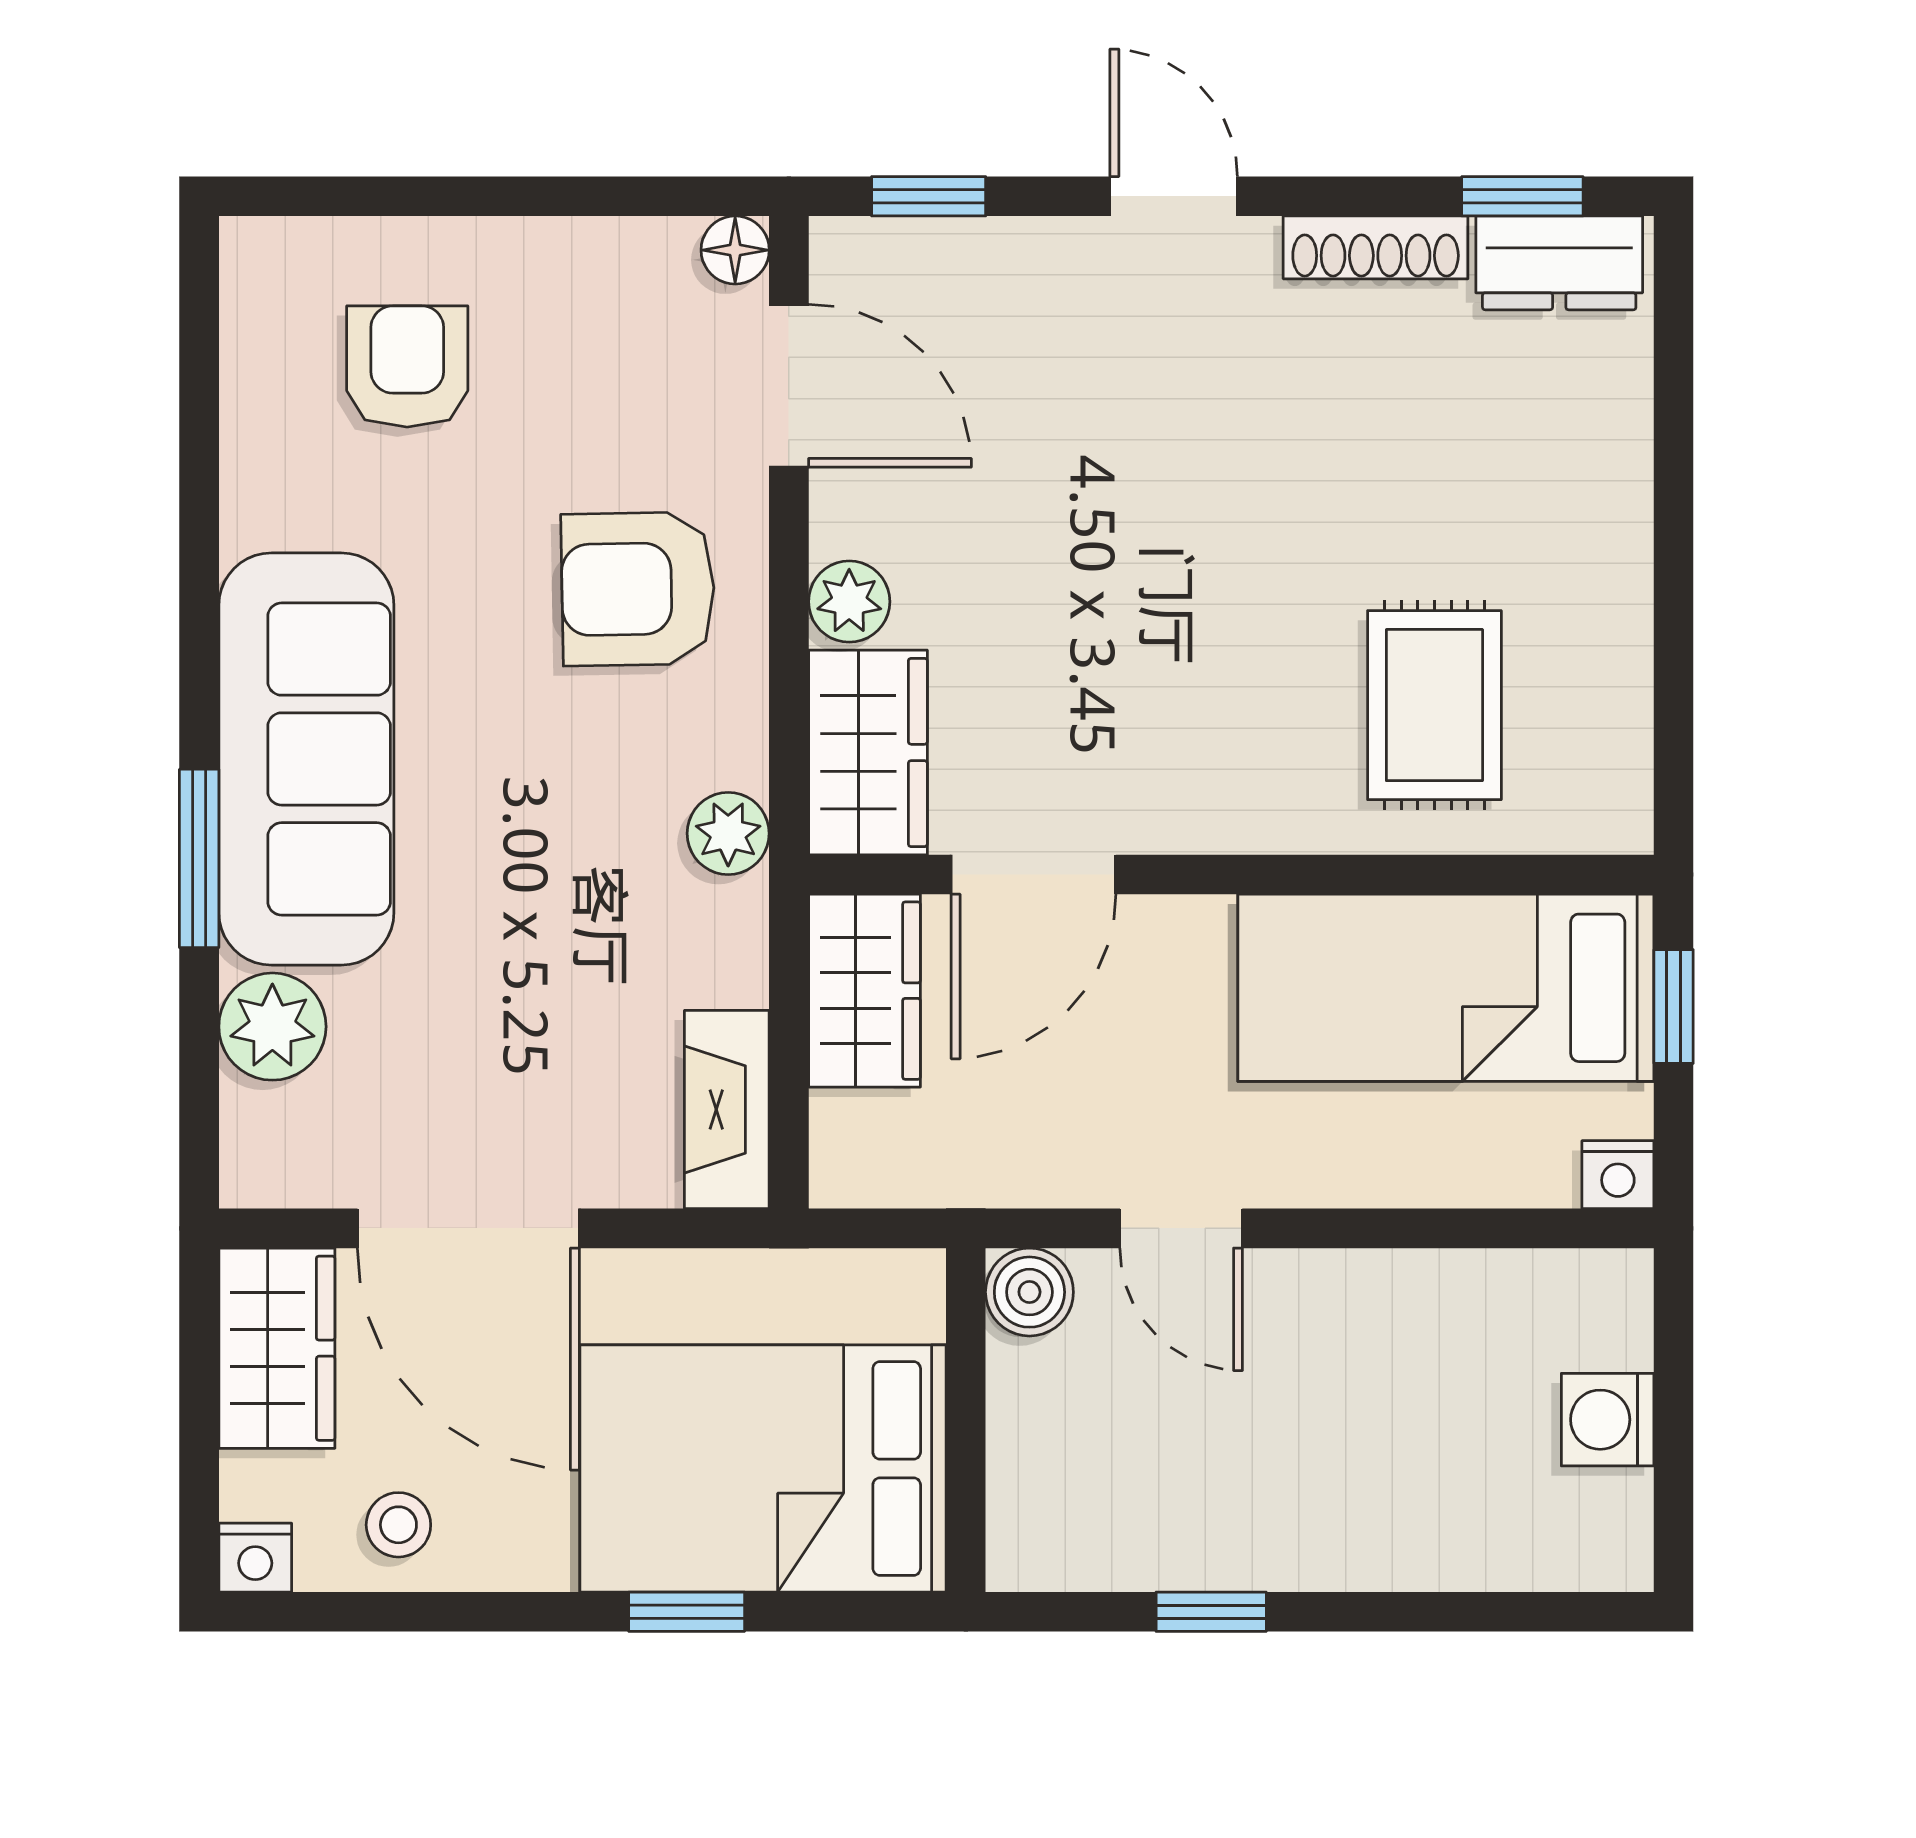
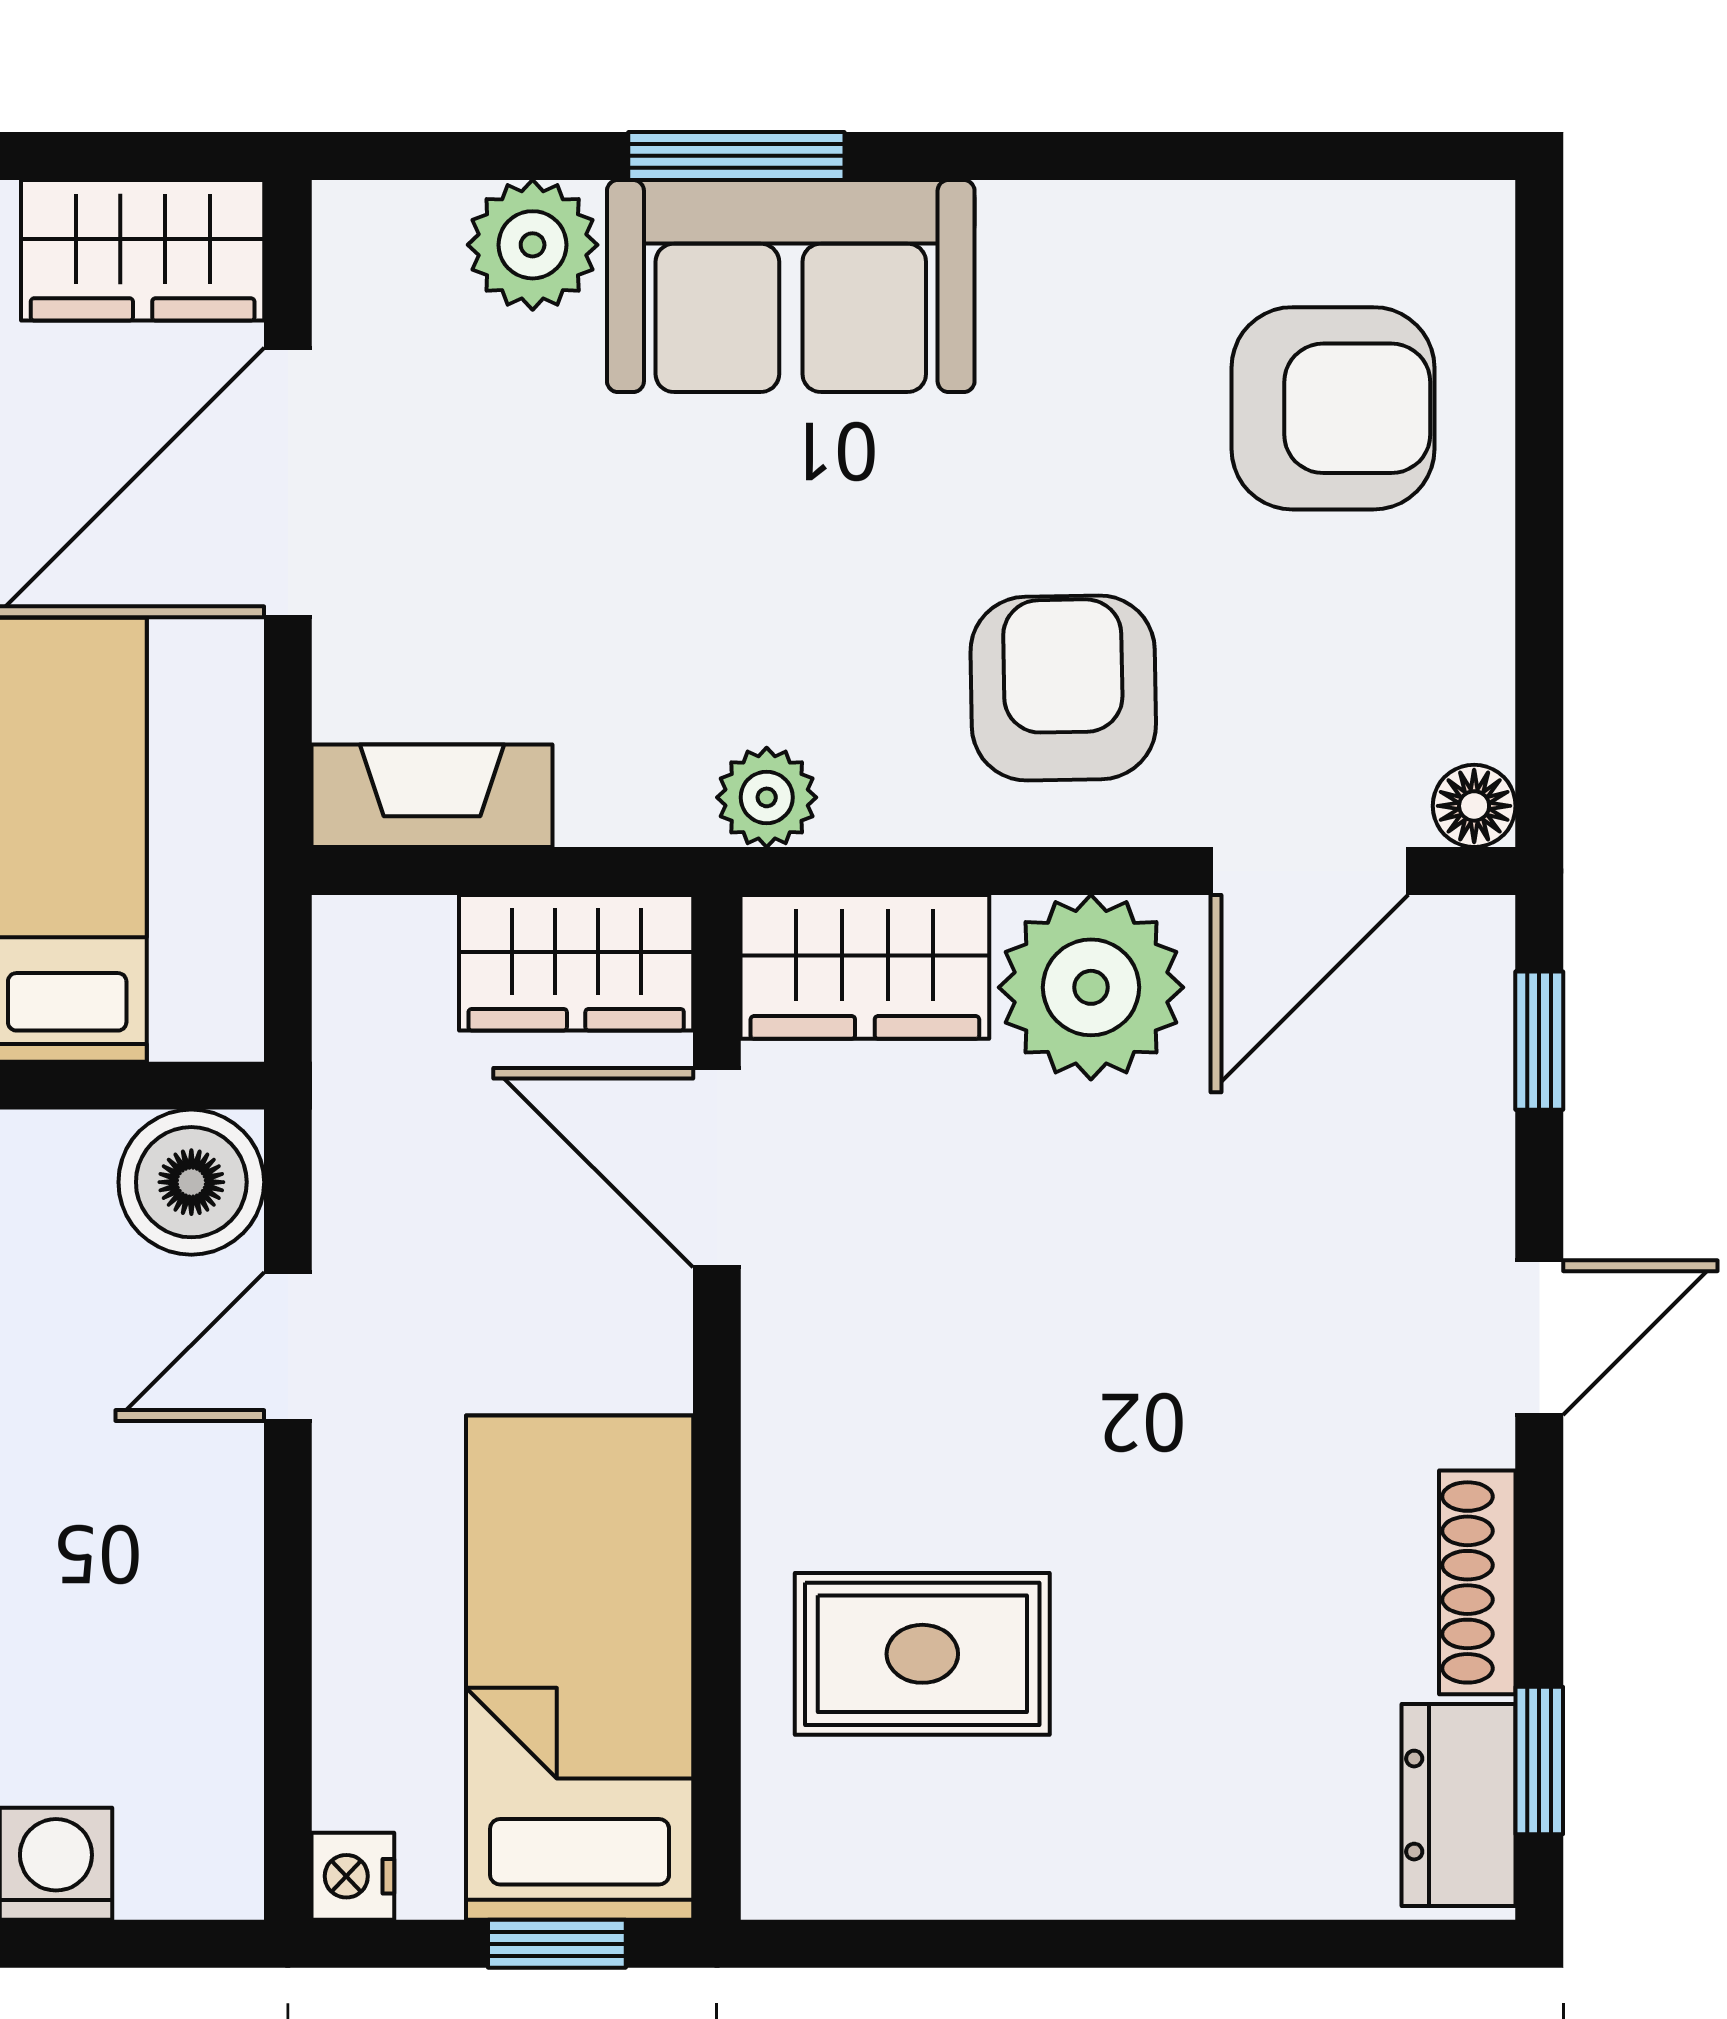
armchair: (407, 366) -> (1333, 408), width x1.38, depth x1.38
plant: (849, 602) -> (1091, 987), width x1.87, depth x1.87
sofa: (306, 759) -> (791, 286), width x0.73
boiler: (1029, 1292) -> (191, 1182), width x1.36, depth x1.36

